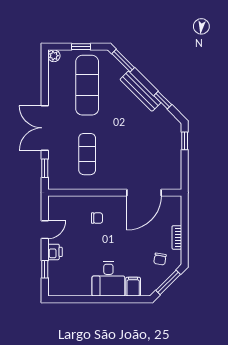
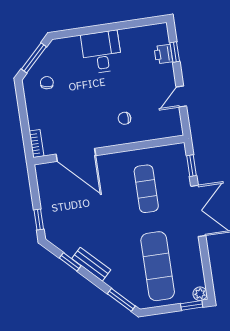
window: (81, 47) -> (192, 305), moved
bench: (140, 91) -> (91, 264), width x0.73
door: (144, 193) -> (76, 155), swing flipped
bookcase: (177, 237) -> (36, 144), moved
printer: (55, 252) -> (163, 54), moved
filing cabinet: (133, 287) -> (72, 47), removed

